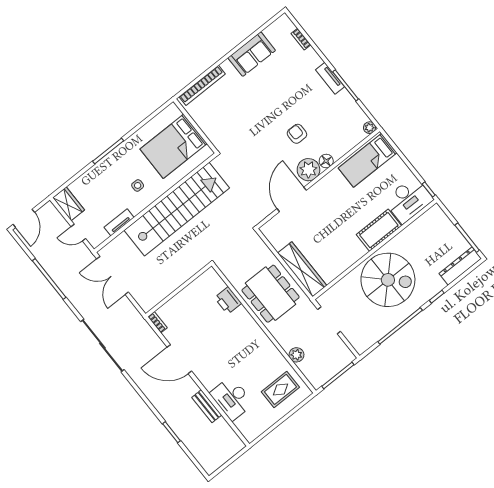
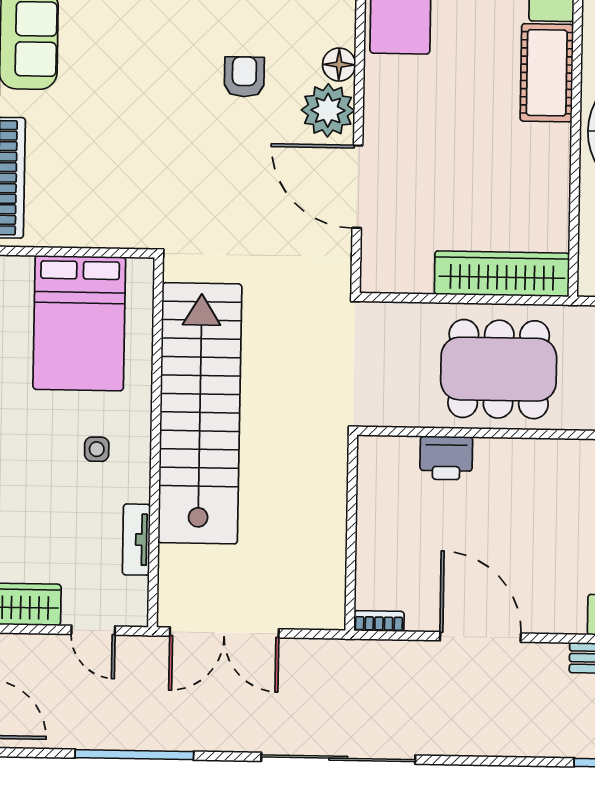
armchair: (297, 134) -> (244, 77), turned 90
door: (78, 233) -> (93, 630), hinge flipped
door: (179, 359) -> (480, 637), swing flipped

